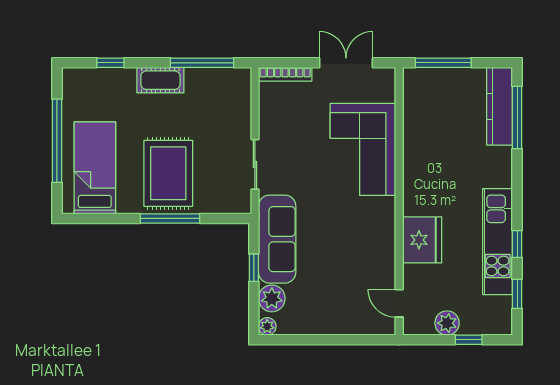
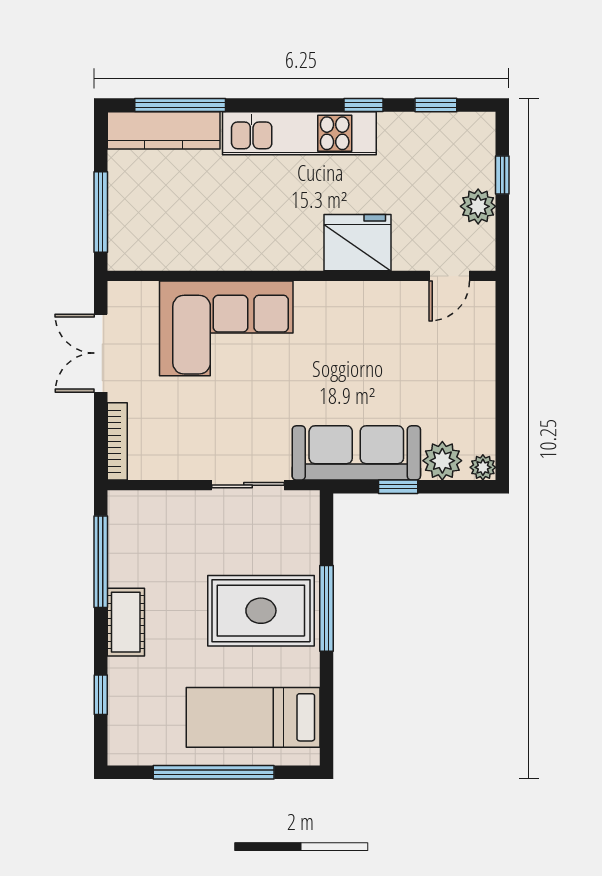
kitchen unit: (498, 242) -> (299, 133), moved

